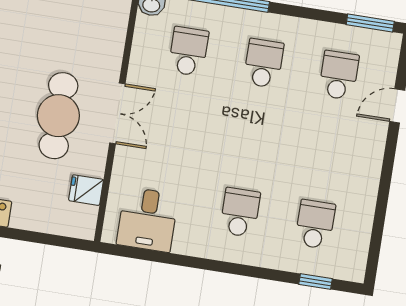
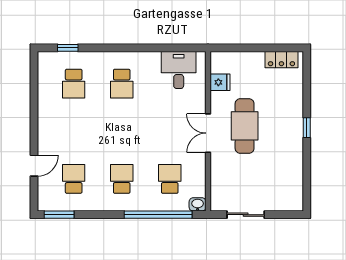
school desk: (188, 51) -> (170, 179), turned 180
school desk: (264, 63) -> (122, 179), turned 180
school desk: (339, 75) -> (74, 179), turned 180

